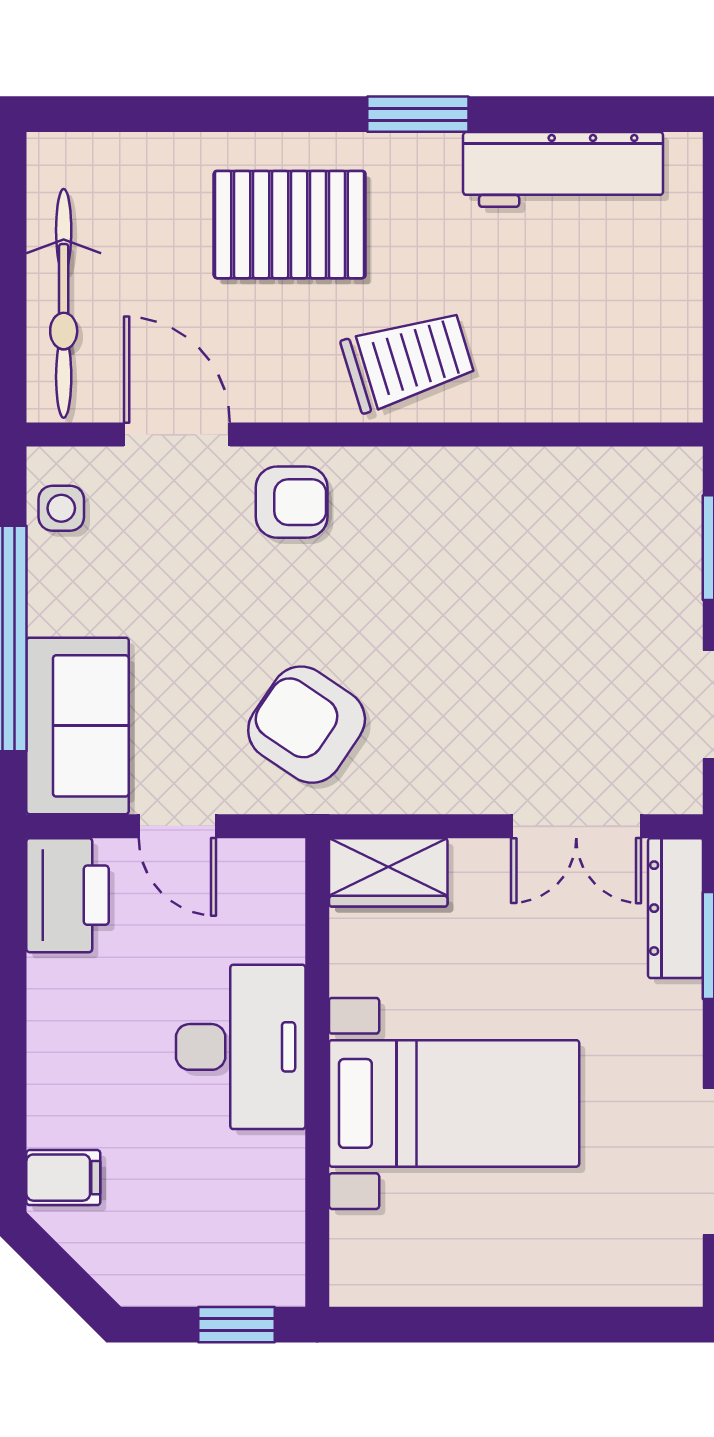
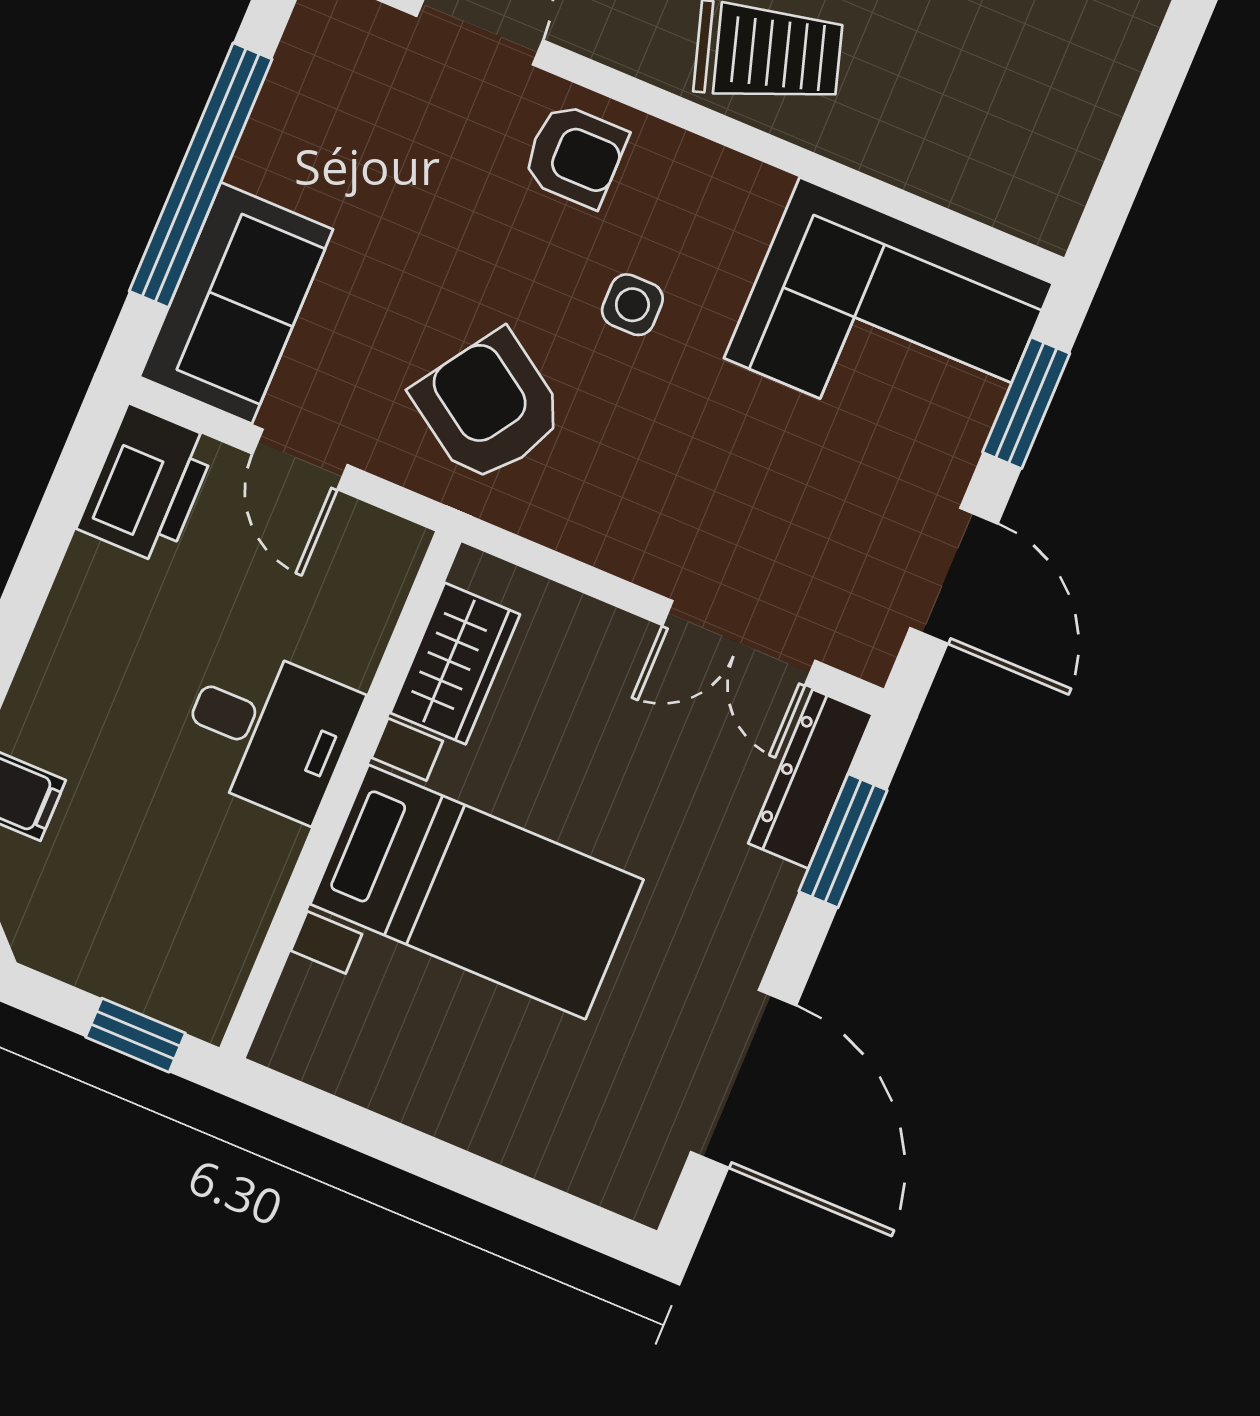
side table: (61, 508) -> (632, 305), moved
corner sofa: (588, 529) -> (888, 321), added
wardrobe: (388, 872) -> (455, 664), moved, turned -90
desk: (241, 1047) -> (268, 731), width x0.73

